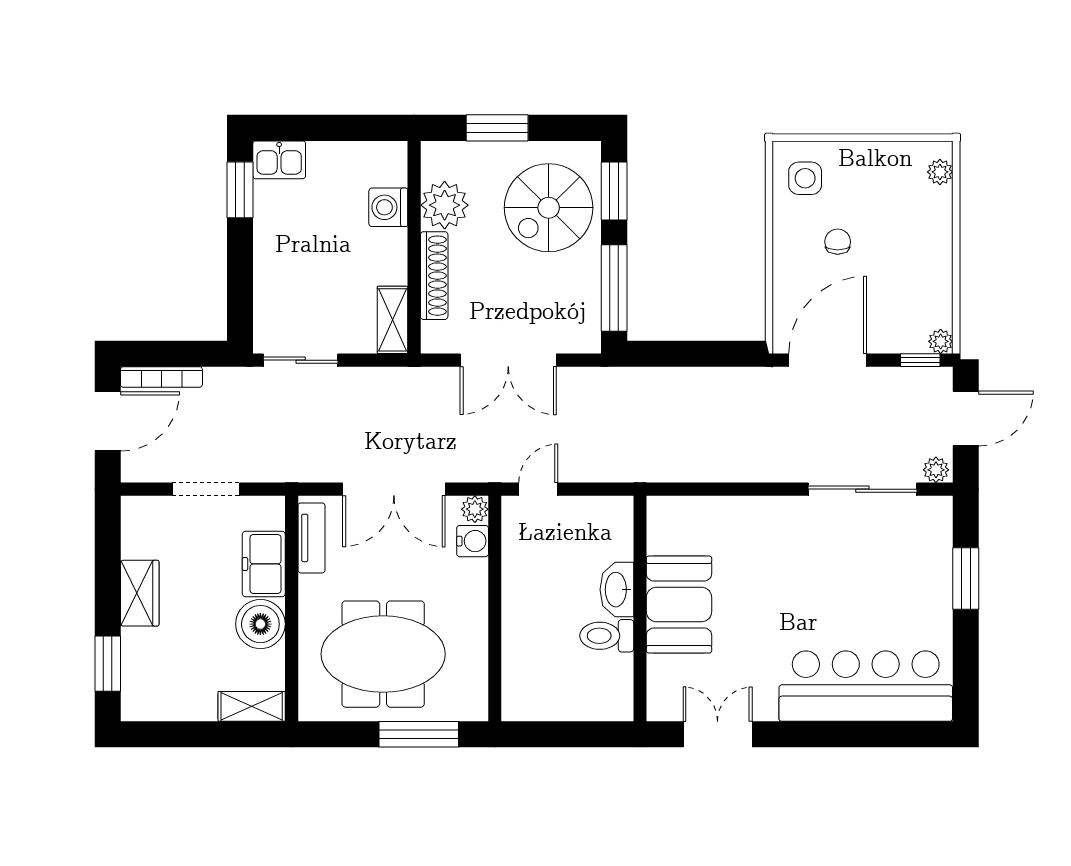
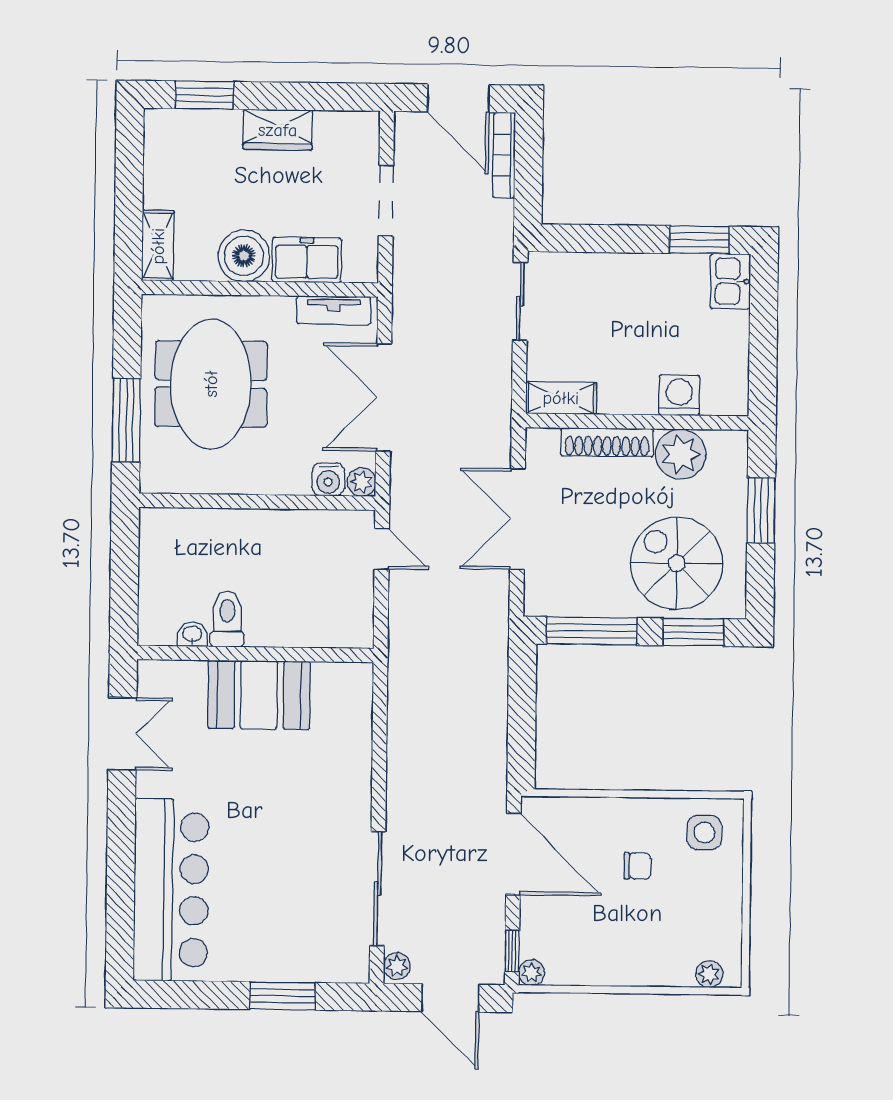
washbasin: (617, 590) -> (192, 634), moved, width x0.52, depth x0.69

